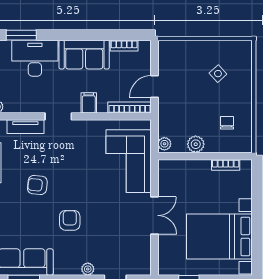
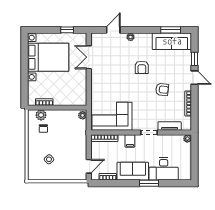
window: (21, 35) -> (149, 183), moved
door: (154, 86) -> (89, 166), moved
plant: (196, 144) -> (41, 115), moved
corner sofa: (129, 161) -> (112, 116), moved, turned -90
double door: (154, 215) -> (89, 57), moved

